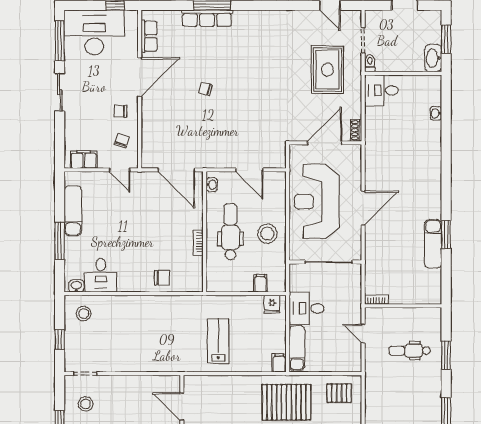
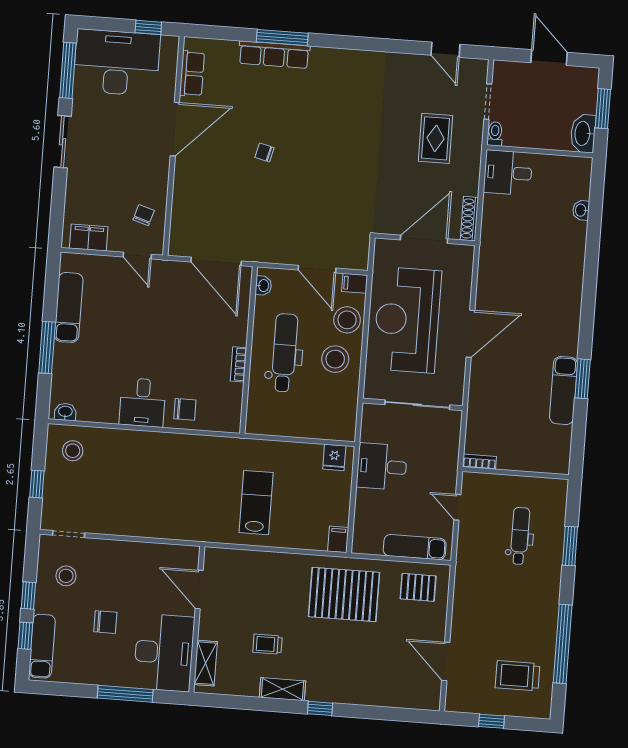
rug: (327, 70) -> (436, 138), width x0.73, depth x0.70
chair: (121, 111) -> (145, 174), removed
shoe rack: (356, 130) -> (469, 219), width x1.43
stool: (274, 205) -> (347, 320), added
desk: (101, 275) -> (142, 402), moved
filing cabinet: (260, 283) -> (355, 283), moved, turned -90
exam couch: (297, 348) -> (415, 547), moved, turned -90
dental chair: (410, 351) -> (520, 536), turned 90

